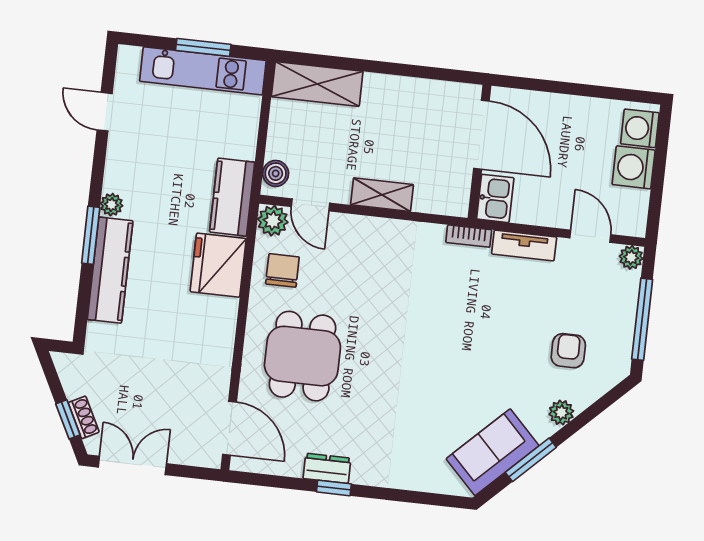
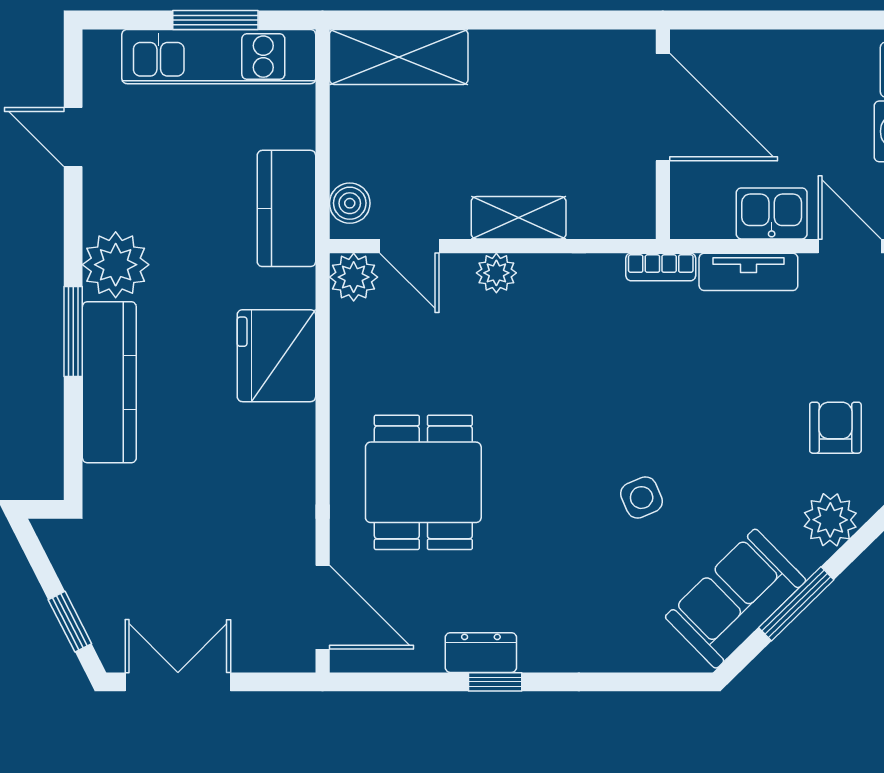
kitchen counter: (232, 197) -> (286, 208), moved
kitchen sink: (495, 198) -> (772, 213), moved, turned -90
plant: (112, 205) -> (116, 265), width x1.87, depth x1.87
plant: (364, 228) -> (496, 273), added
chair: (282, 270) -> (377, 353), removed
side table: (440, 381) -> (642, 498), added
plant: (561, 413) -> (830, 520), width x1.38, depth x1.38
shoe rack: (84, 417) -> (94, 616), removed

